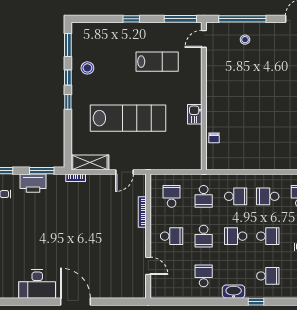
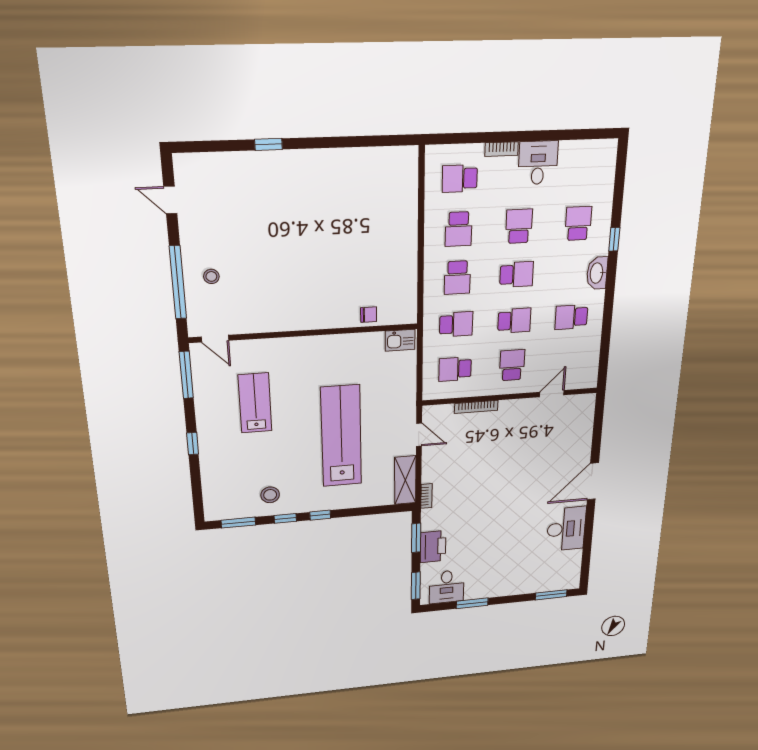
kitchen sink: (195, 114) -> (400, 340), moved
school desk: (236, 196) -> (457, 278), turned 180
school desk: (236, 236) -> (517, 274), turned -90

